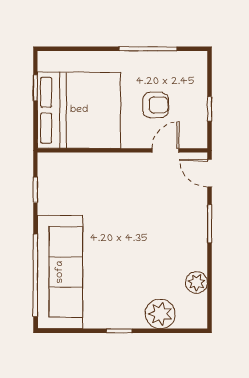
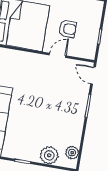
door: (165, 150) -> (58, 55), moved
plant: (197, 282) -> (72, 153), moved

